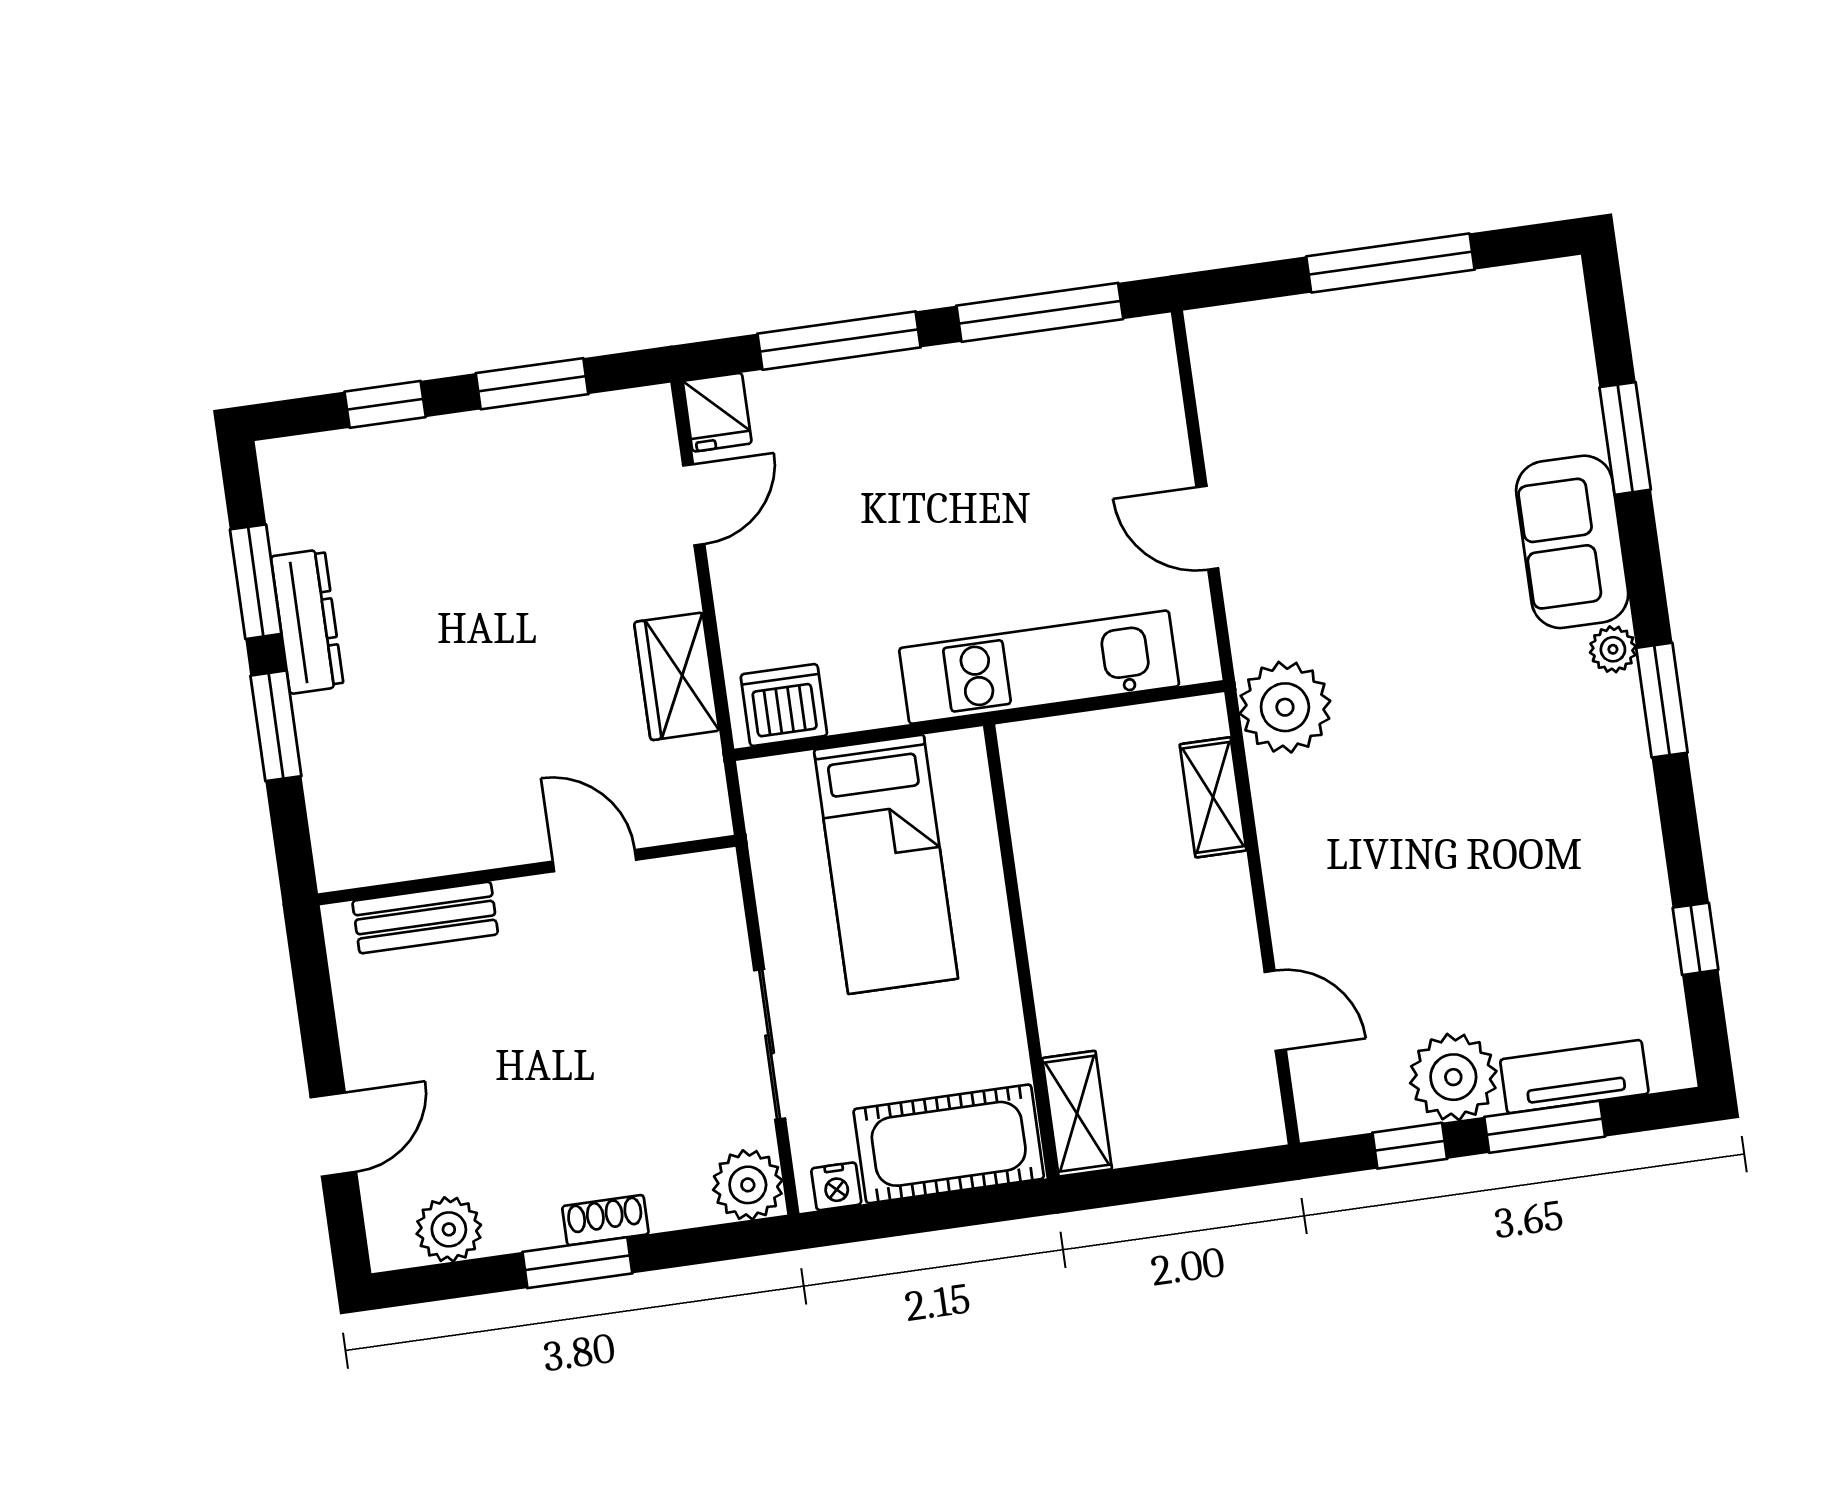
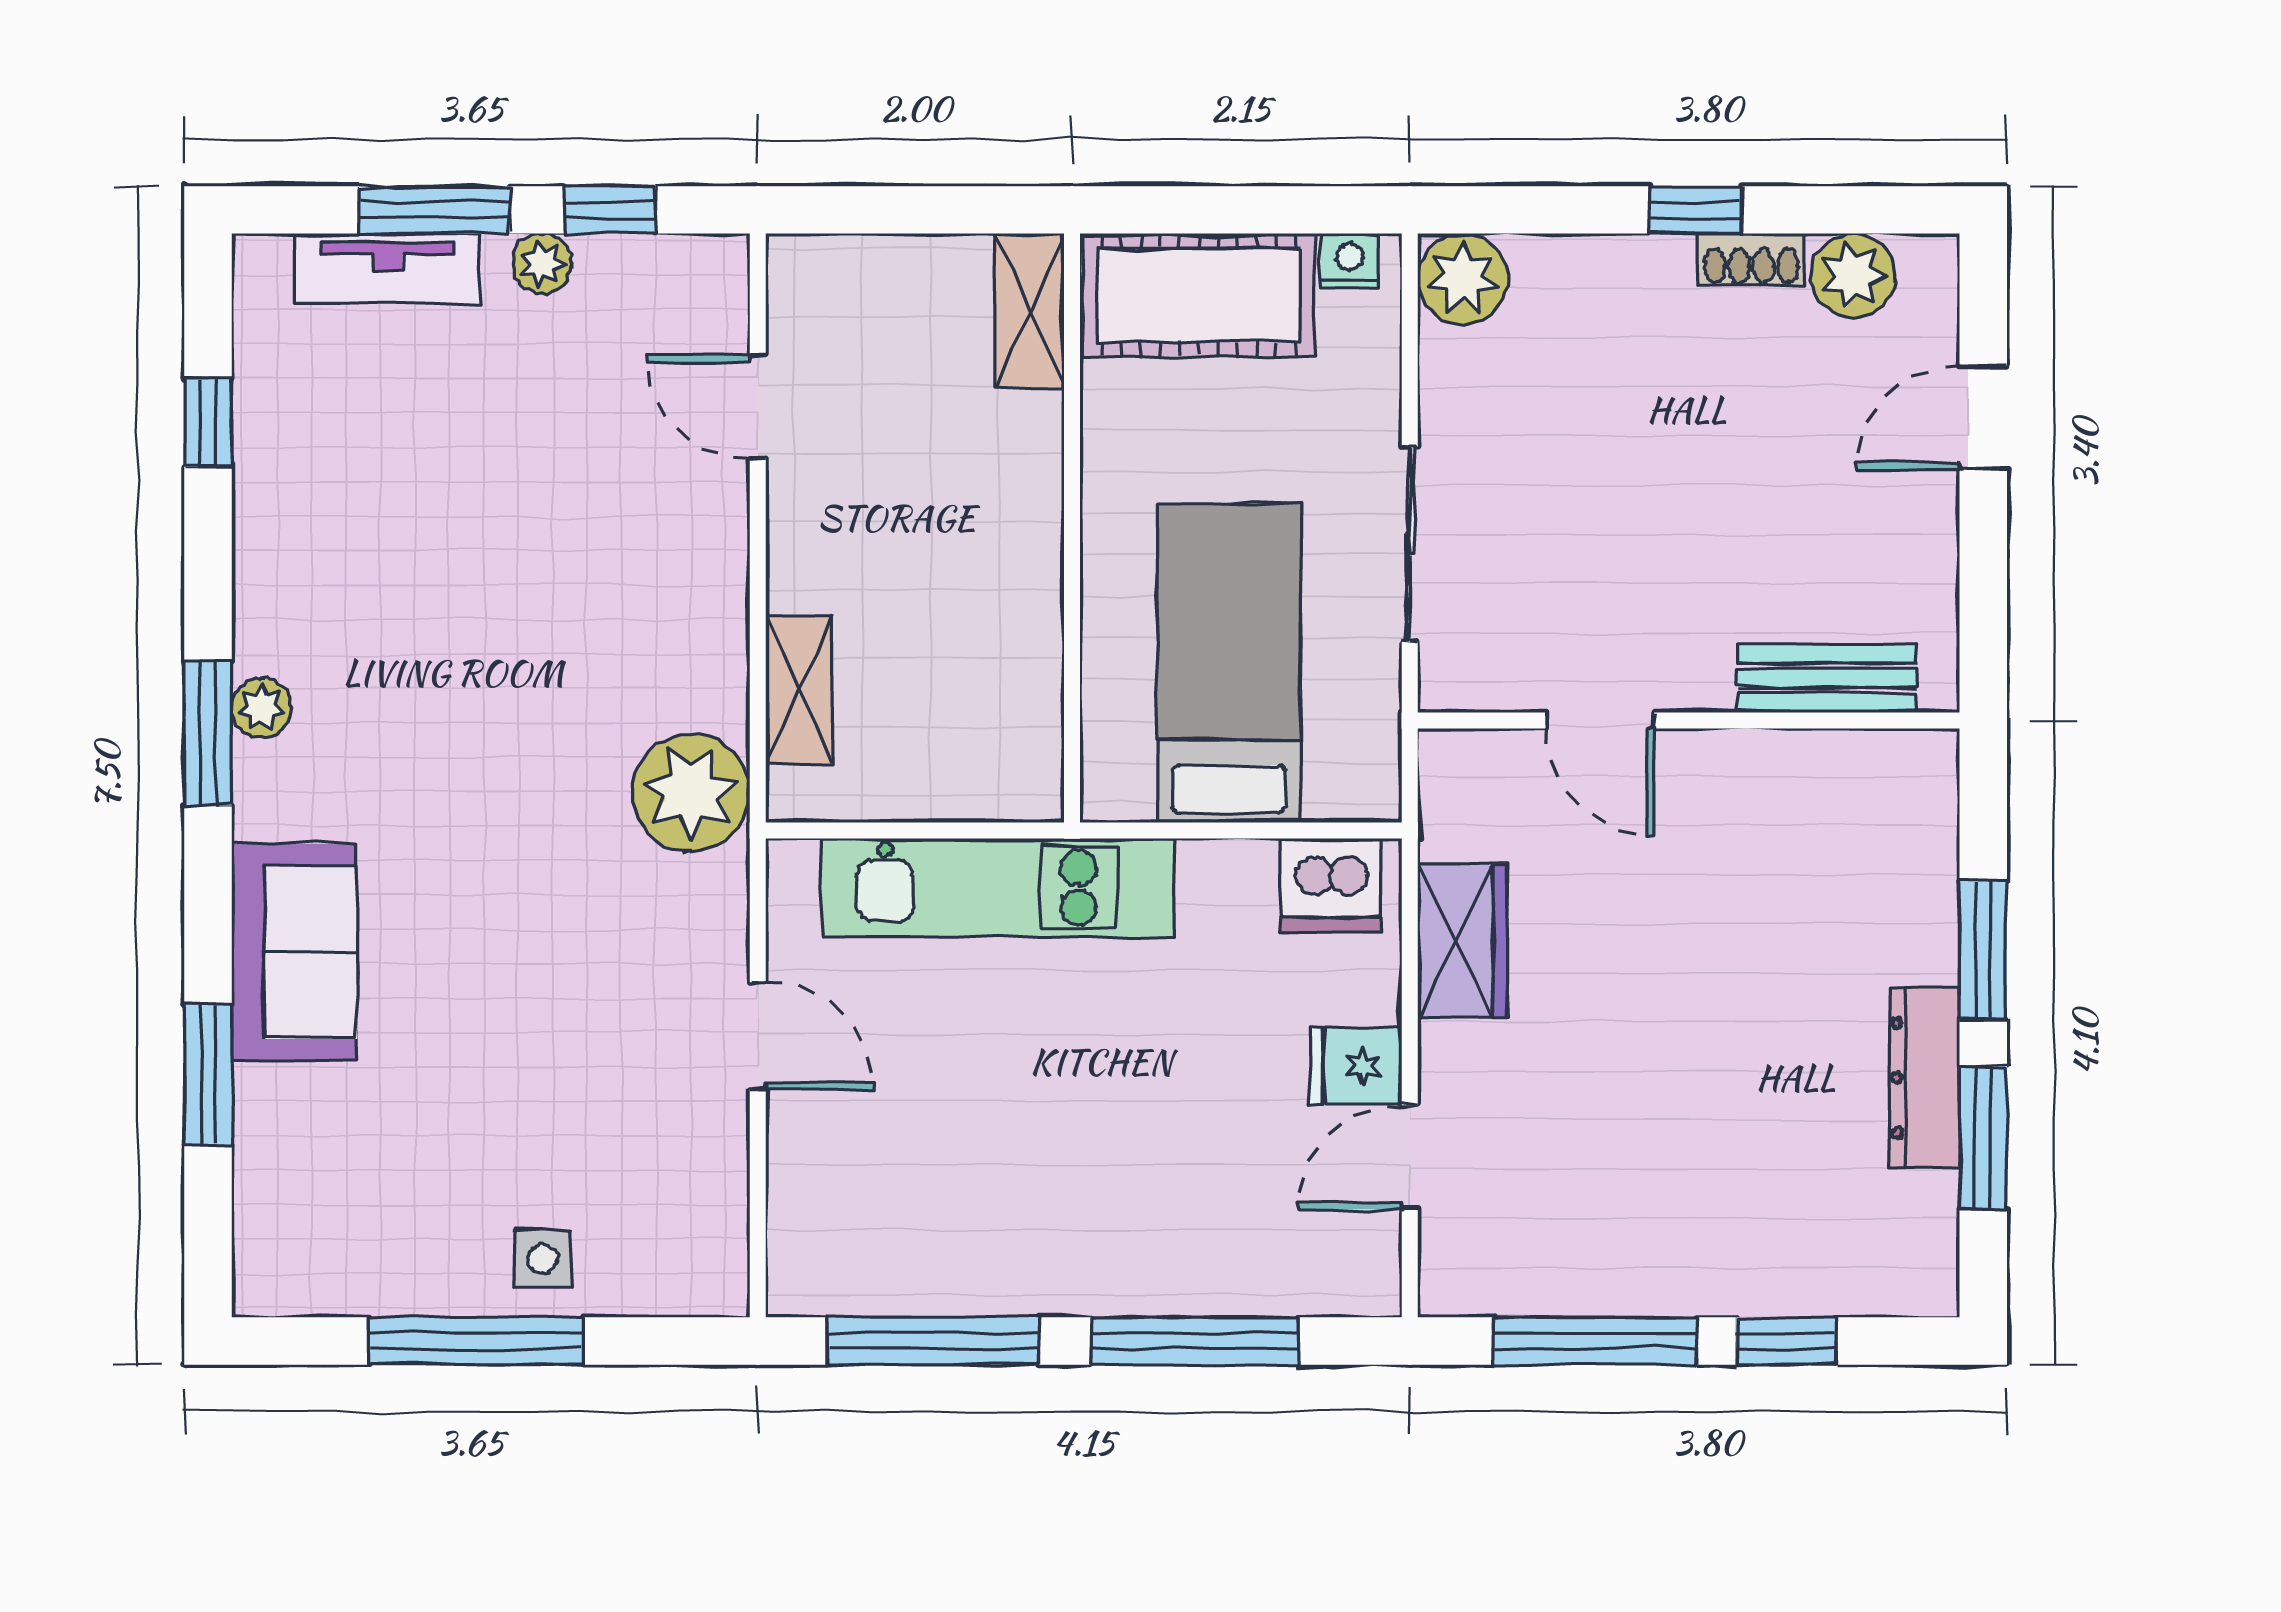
side table: (1348, 333) -> (543, 1259), added
window: (532, 384) -> (1595, 1341), width x1.44
fridge: (717, 412) -> (1356, 1066), moved, turned -90
plant: (1613, 649) -> (261, 708), moved
sliding door: (770, 1044) -> (1410, 544), moved
plant: (1453, 1077) -> (542, 263), width x0.53, depth x0.53
shoe rack: (605, 1220) -> (1751, 259), moved
window: (577, 1263) -> (1695, 210), width x0.67

